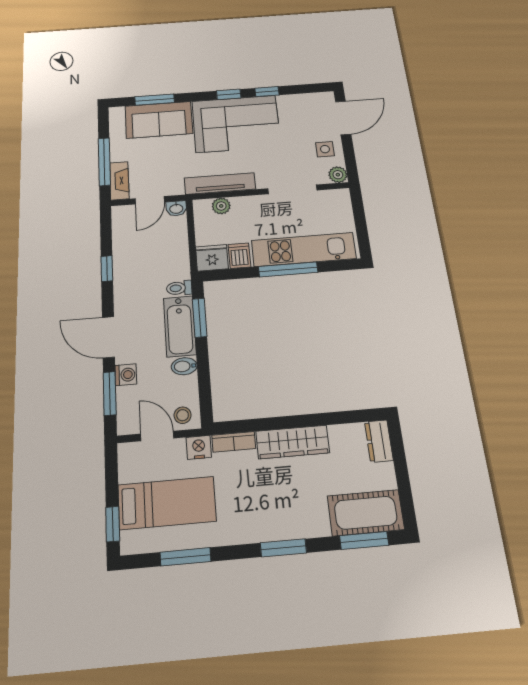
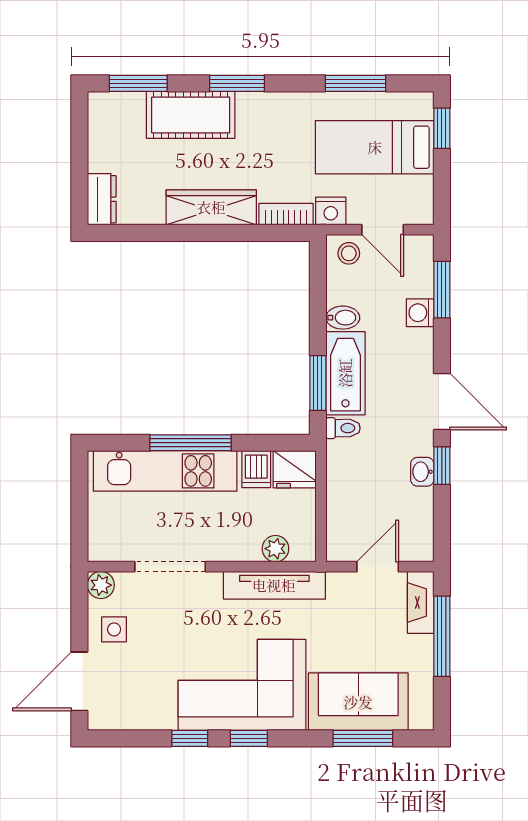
washbasin: (176, 208) -> (422, 472), moved, turned -90
door: (108, 337) -> (442, 402), moved
cot: (366, 513) -> (191, 115), moved

